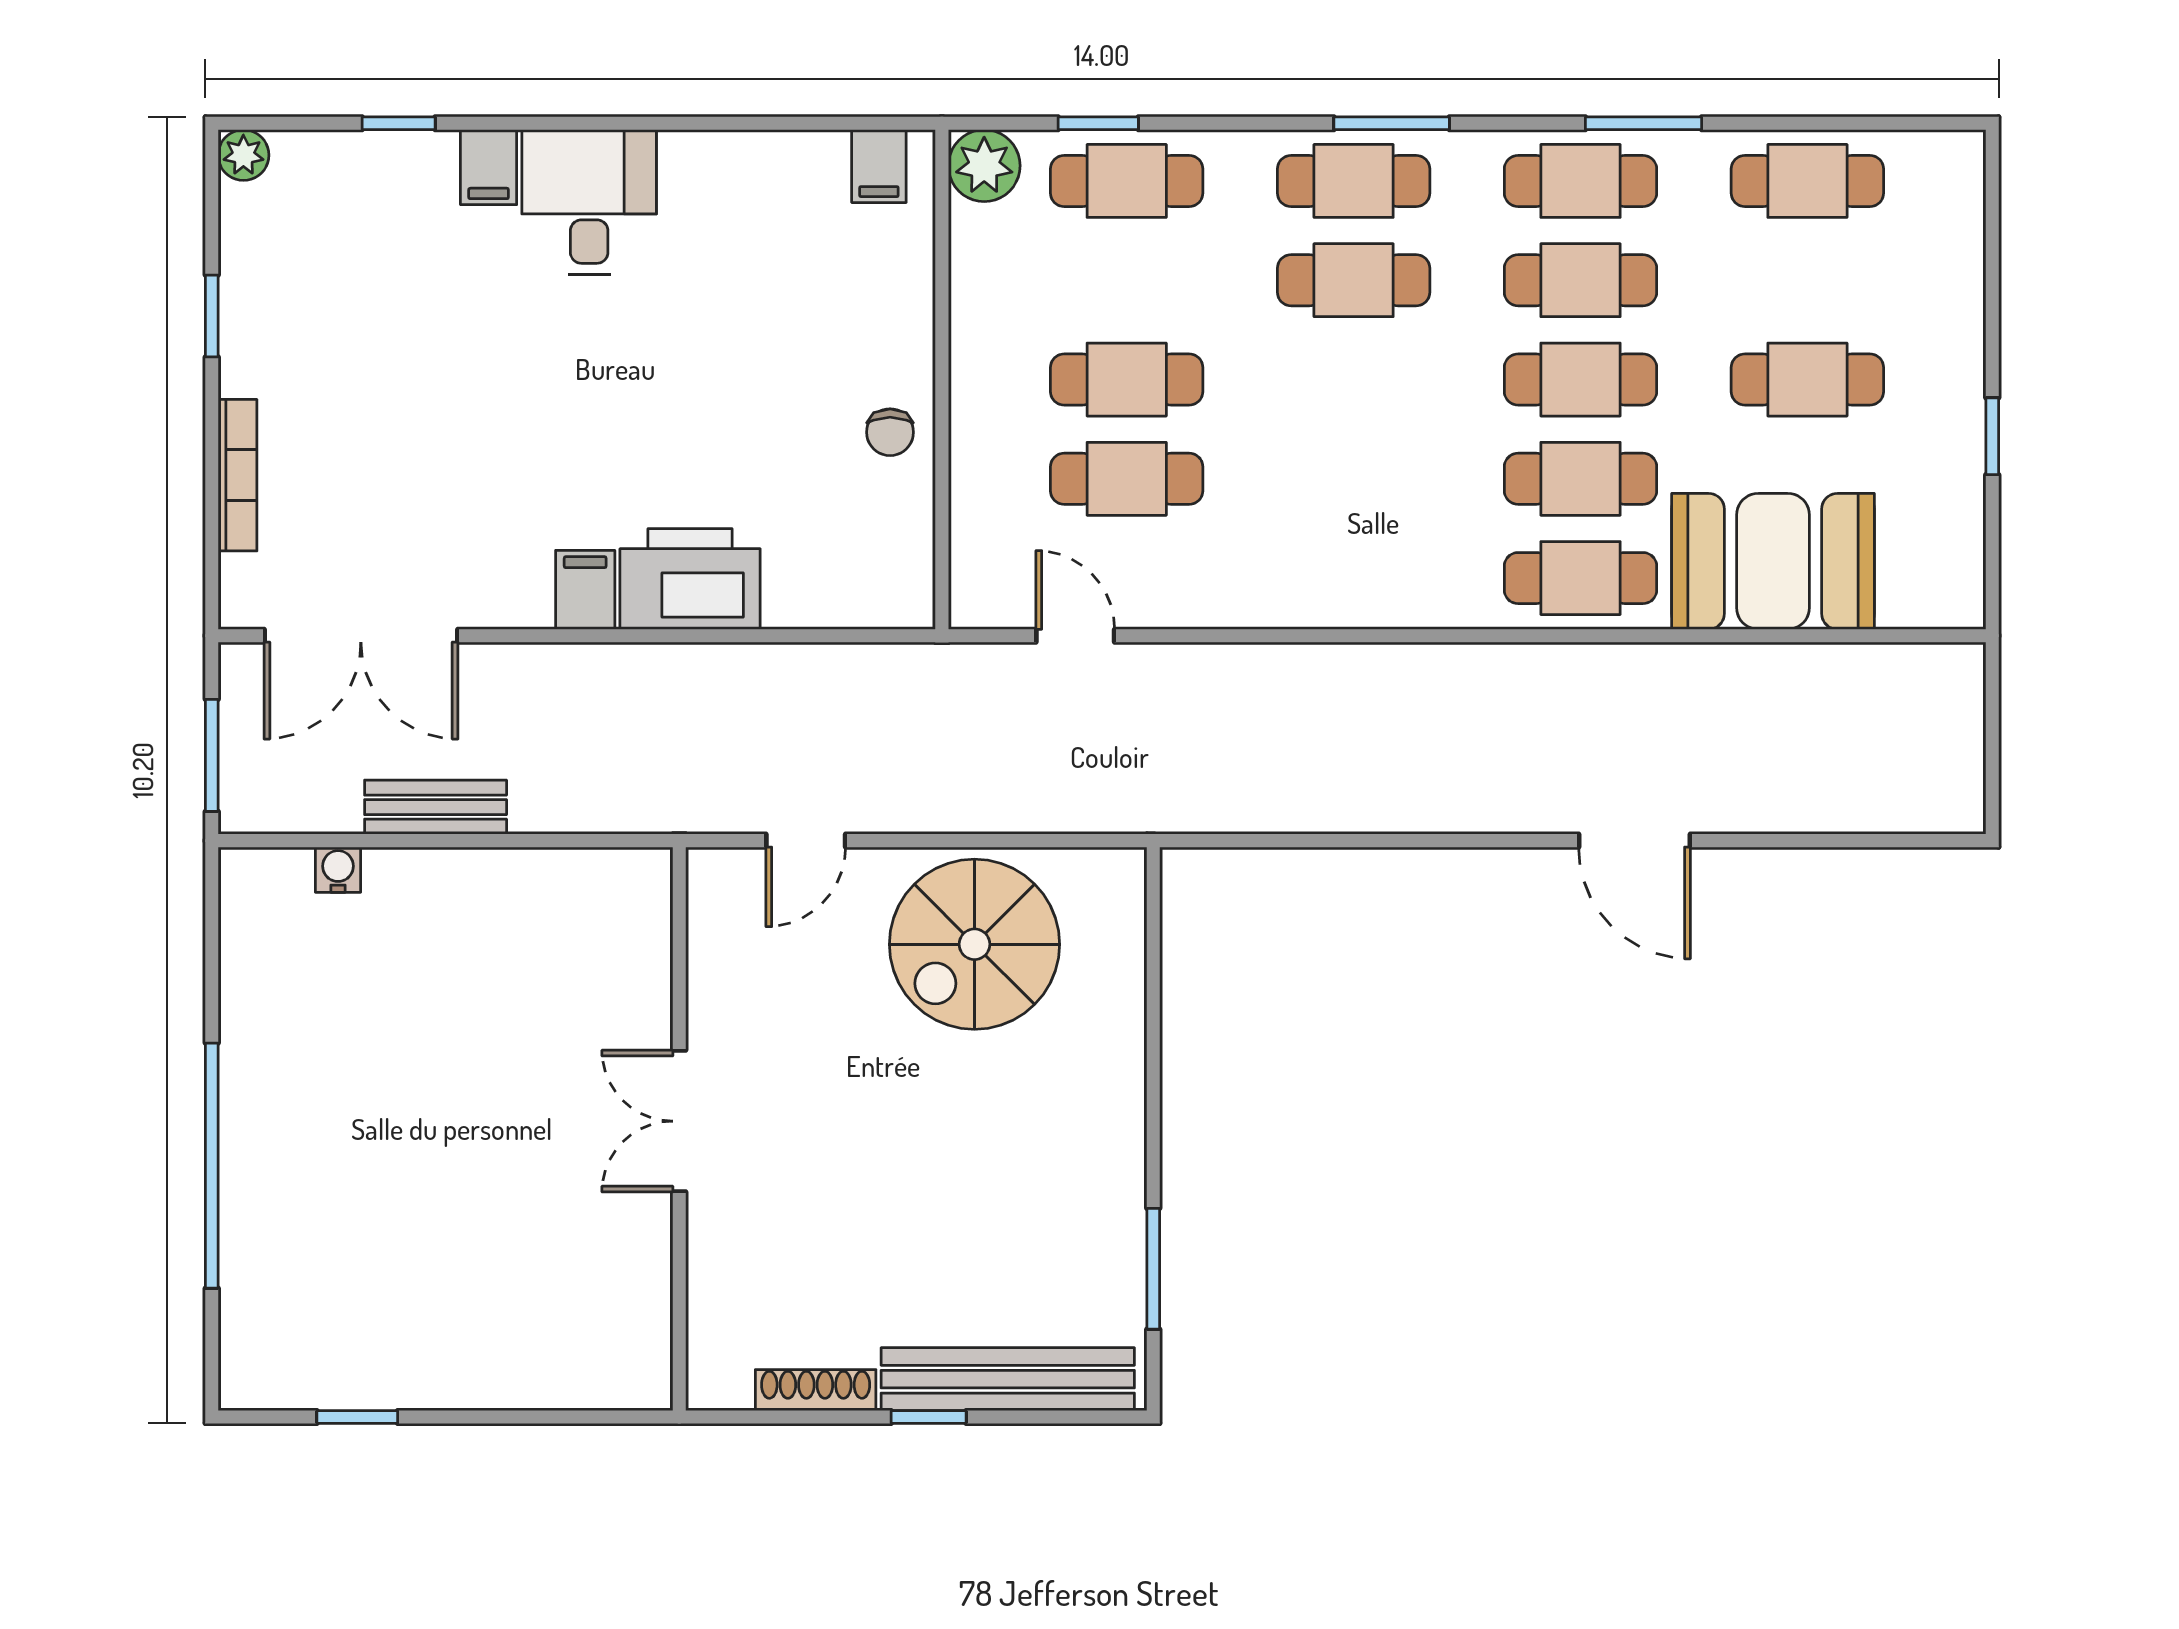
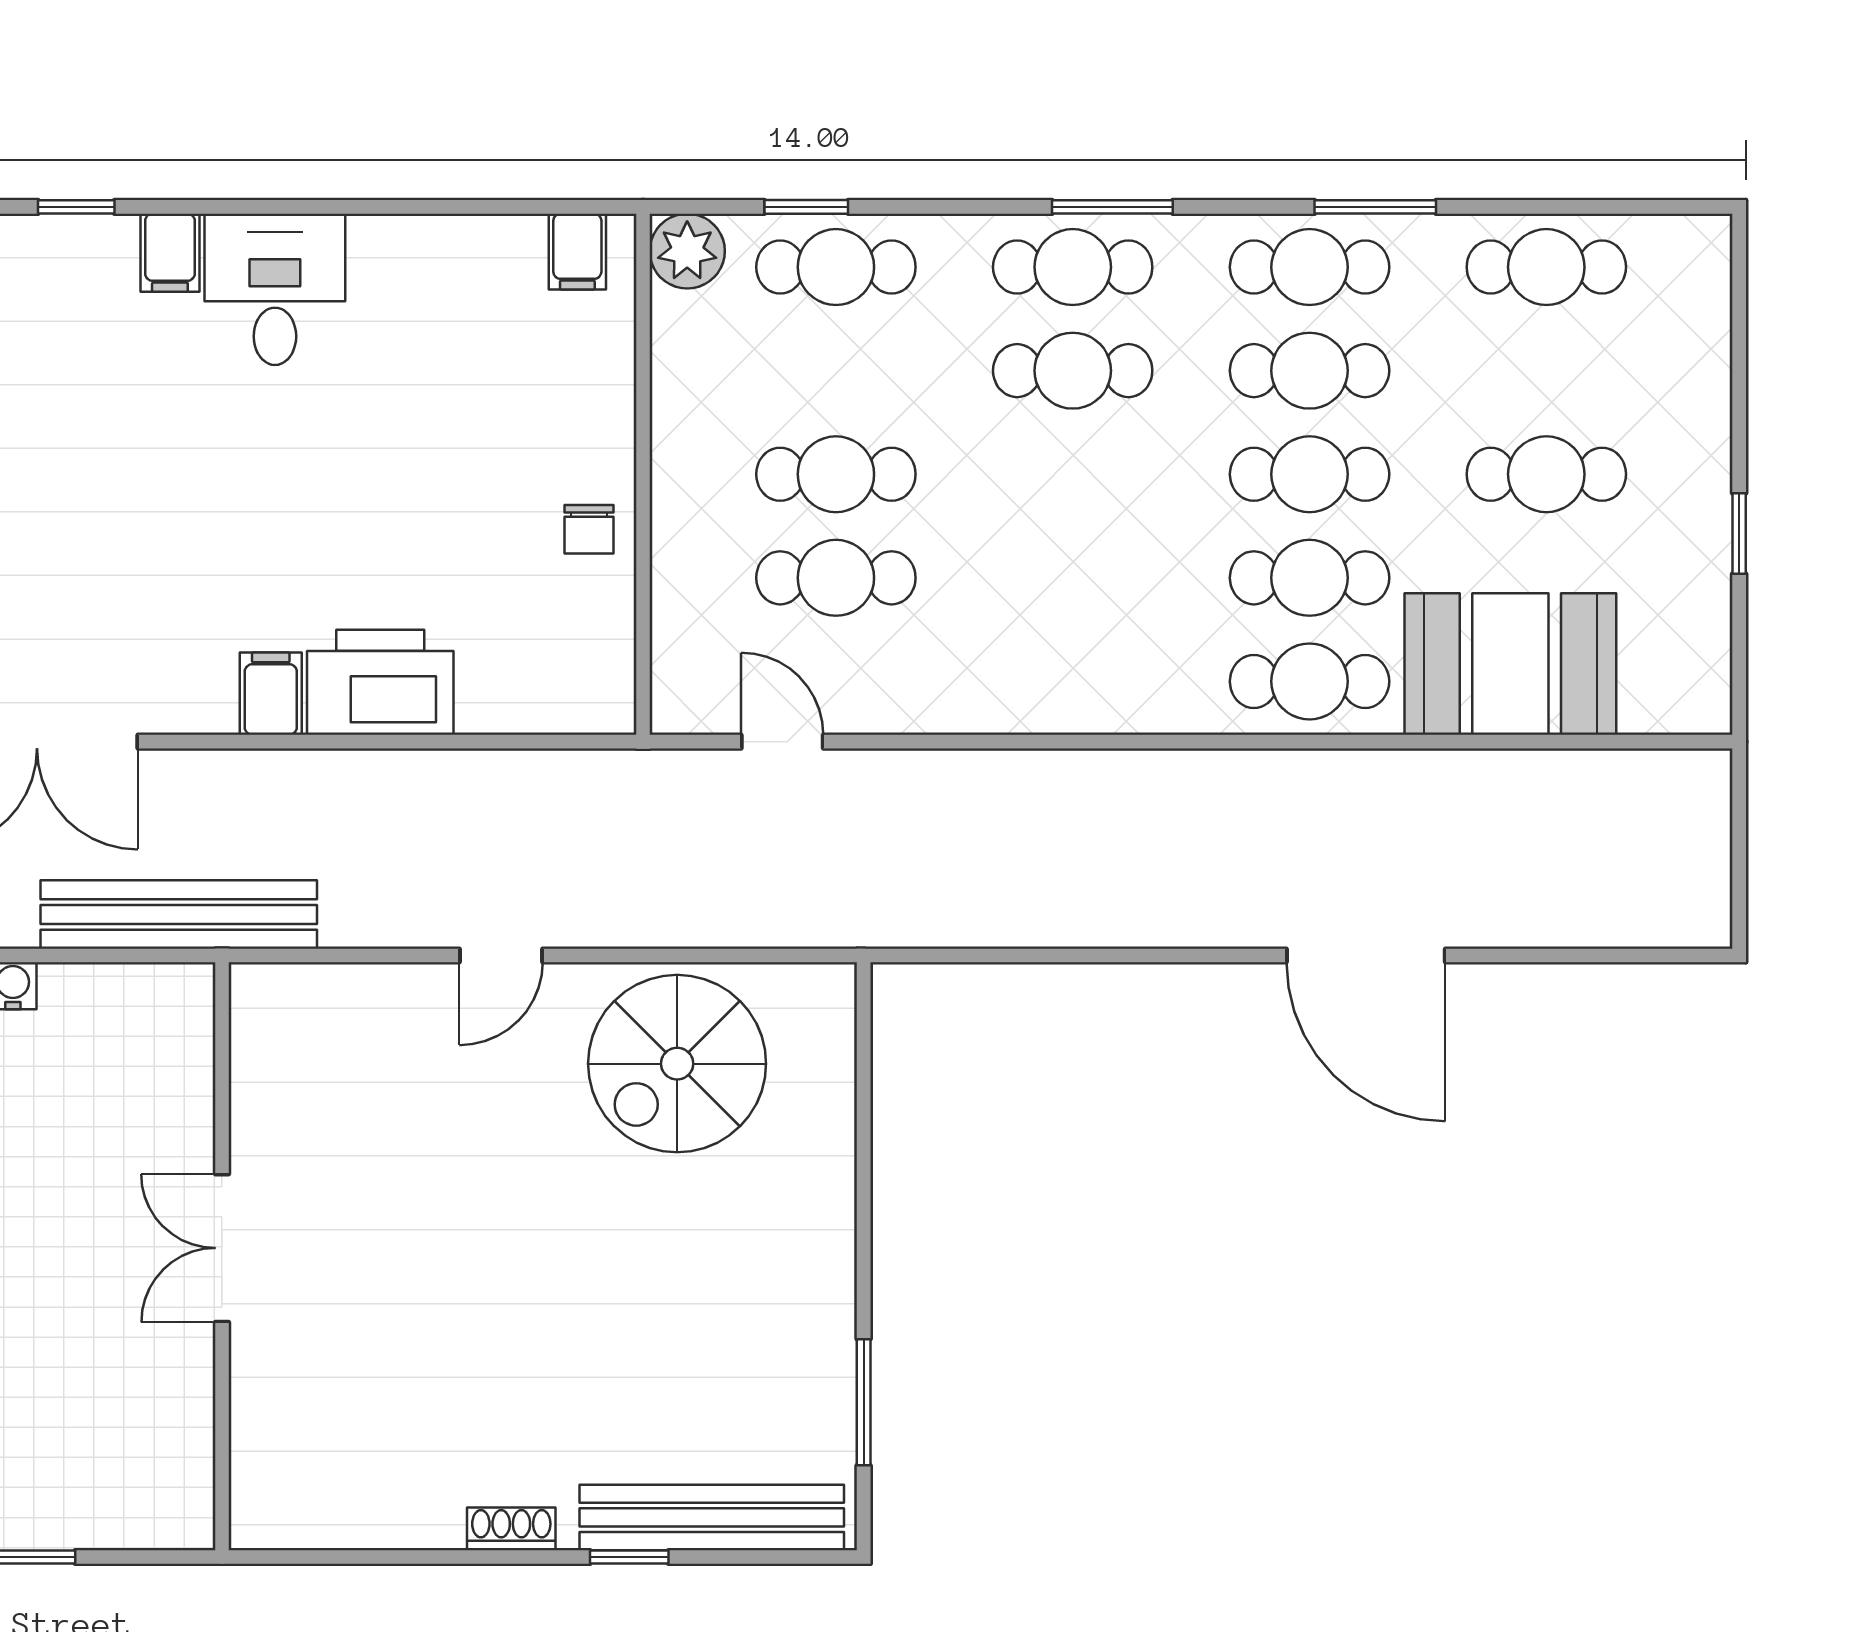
bench: (436, 807) -> (179, 914), width x1.86, depth x1.21
door: (1634, 841) -> (1366, 955), width x1.36
double door: (679, 1121) -> (222, 1248), moved
wall: (679, 1129) -> (222, 1256), moved
shoe rack: (816, 1390) -> (511, 1529), width x0.70

